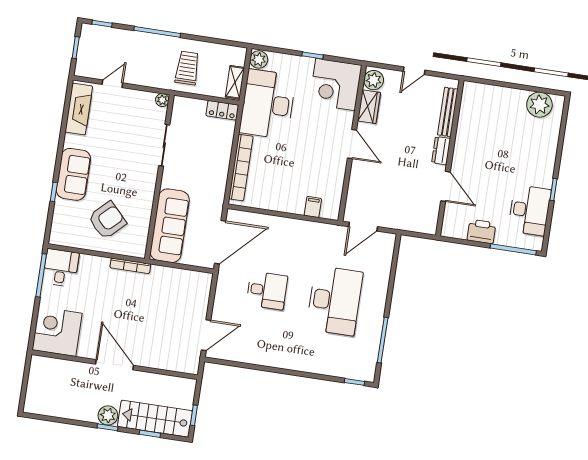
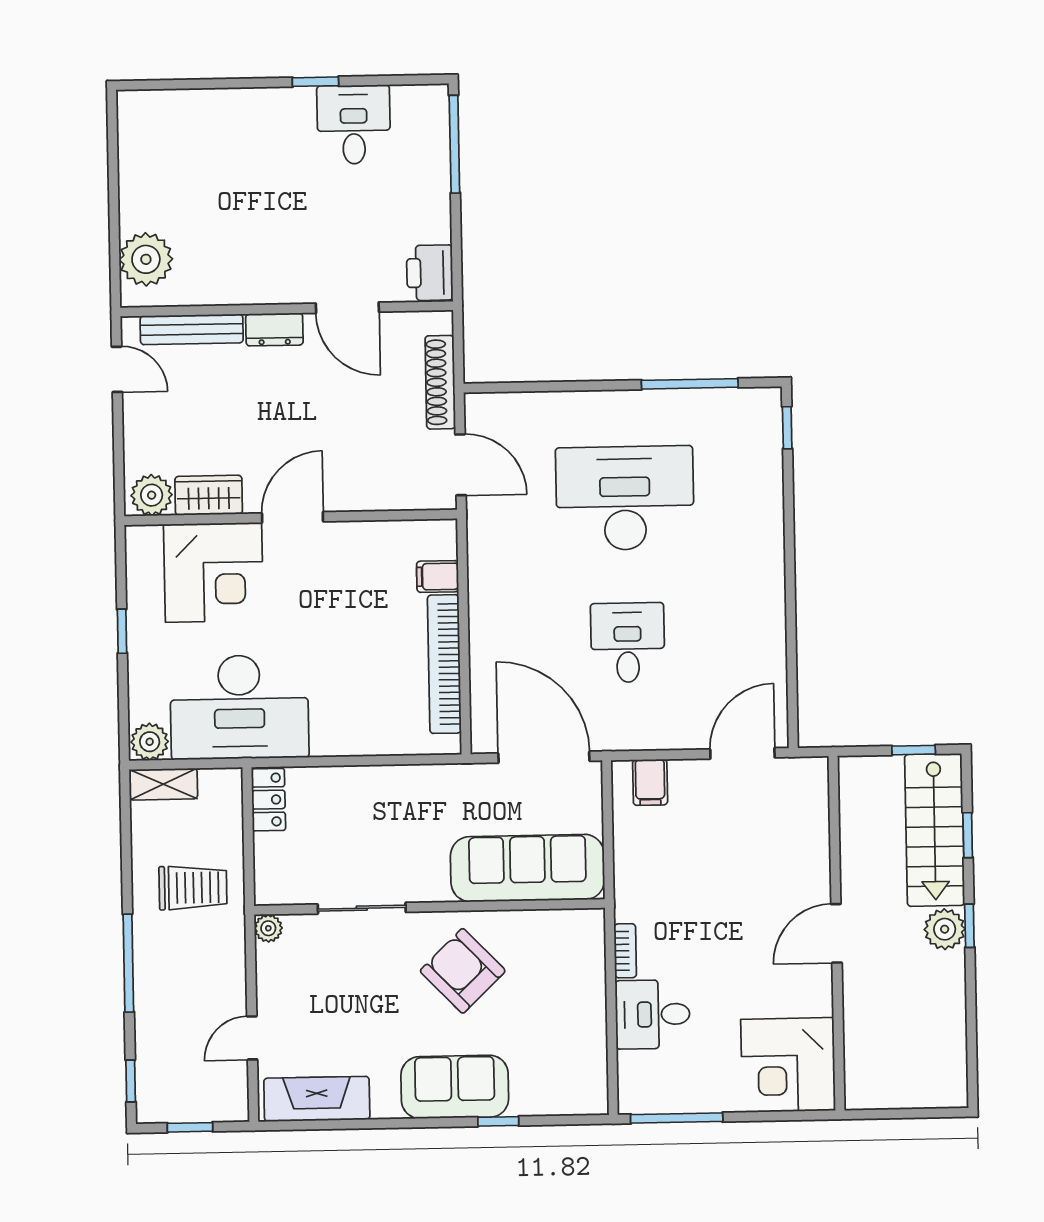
trolley: (187, 68) -> (193, 888), turned 180
door: (414, 71) -> (117, 369), moved
shelving: (235, 82) -> (163, 784), moved
door: (112, 84) -> (252, 1038), hinge flipped
corner desk: (335, 84) -> (213, 572), moved
plant: (539, 105) -> (146, 259), moved
bookcase: (241, 168) -> (444, 664), moved, turned -90
door: (445, 186) -> (347, 308), swing flipped
desk: (529, 210) -> (354, 125), width x0.73
armchair: (107, 220) -> (463, 971), moved
shoe rack: (403, 224) -> (440, 382), added
printer: (481, 232) -> (430, 273), moved
bookcase: (130, 266) -> (625, 951), width x0.64
desk: (61, 268) -> (653, 1014), moved
filing cabinet: (200, 290) -> (650, 782), added
door: (206, 335) -> (742, 753), hinge flipped
door: (115, 365) -> (836, 933), width x0.73

